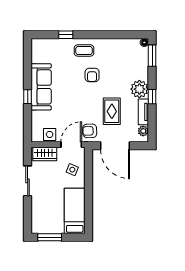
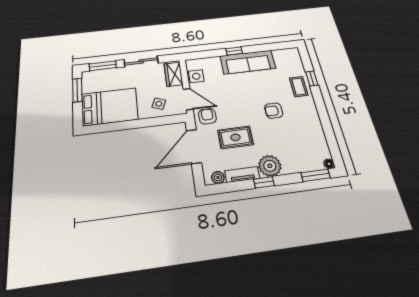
coffee table: (84, 50) -> (299, 87), moved
bed: (75, 211) -> (110, 107), width x1.50
window: (28, 215) -> (103, 66), added

